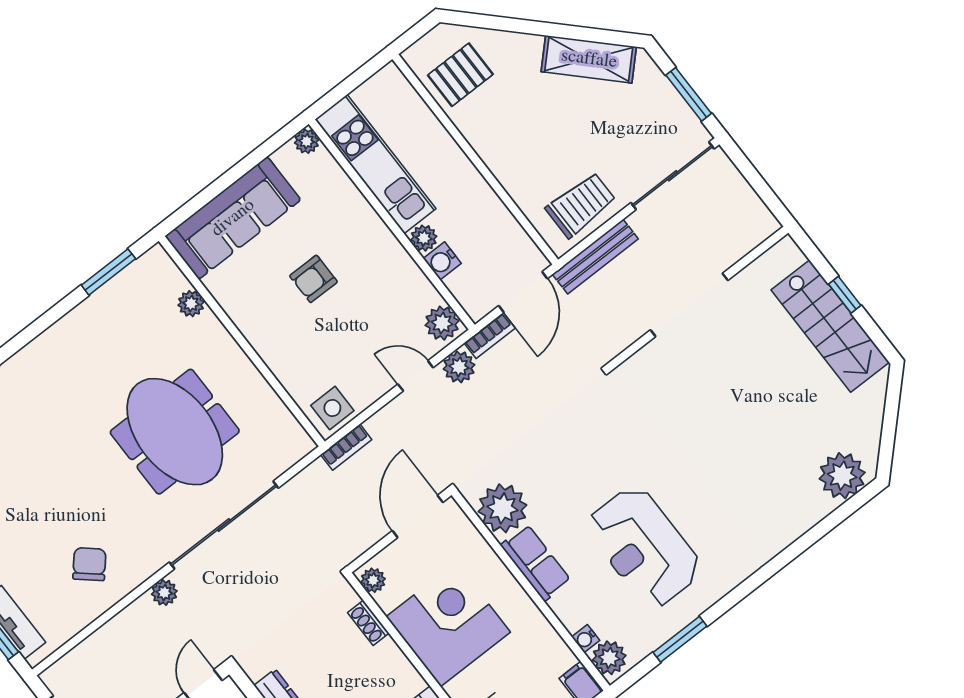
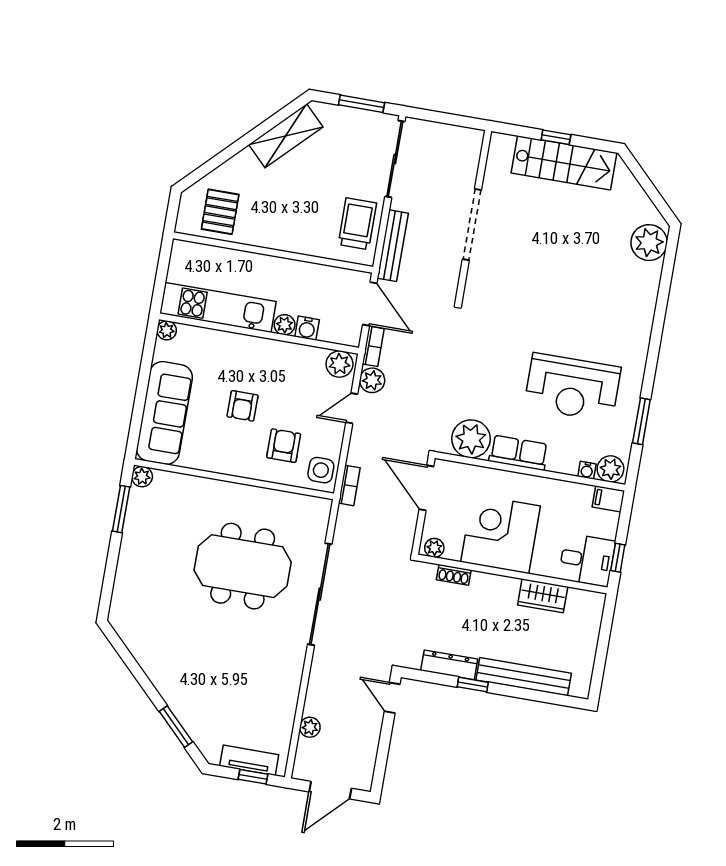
plant: (191, 304) -> (142, 477), moved
armchair: (318, 352) -> (284, 446), added
chair: (89, 564) -> (263, 687), removed
plant: (164, 593) -> (310, 727), moved

